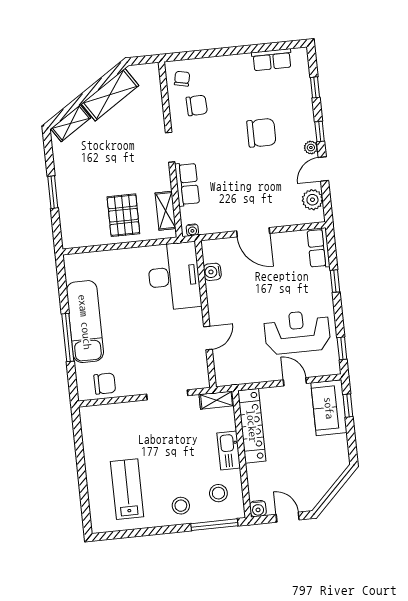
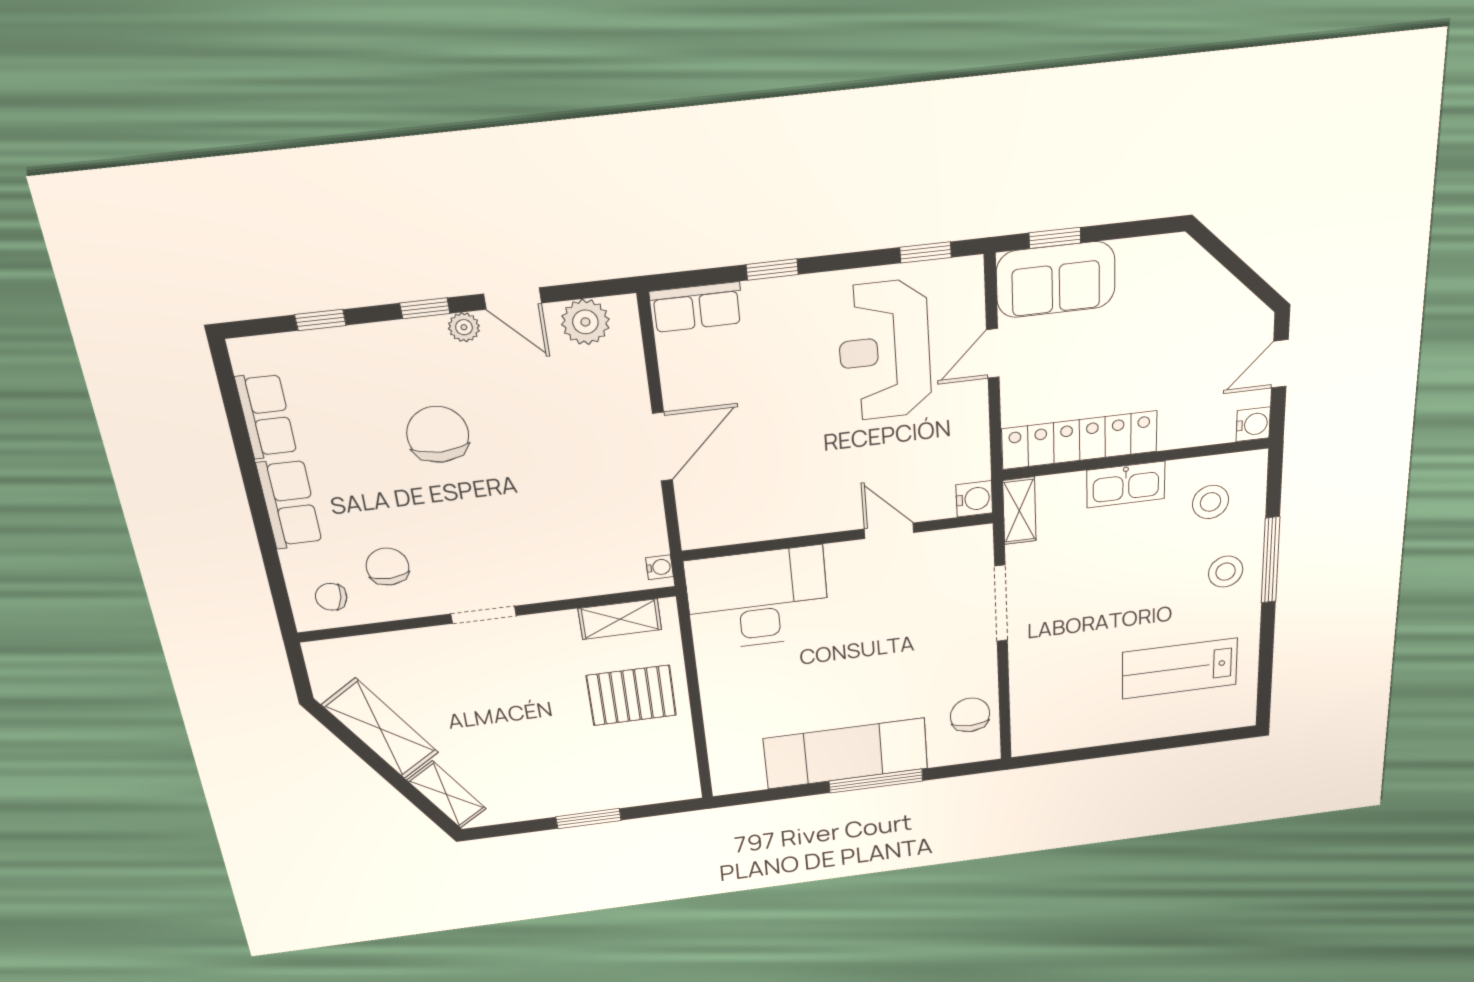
row of seats: (187, 184) -> (289, 504), moved, turned 90
water cooler: (212, 272) -> (974, 499), moved, turned -90
window: (214, 525) -> (1270, 560), moved

